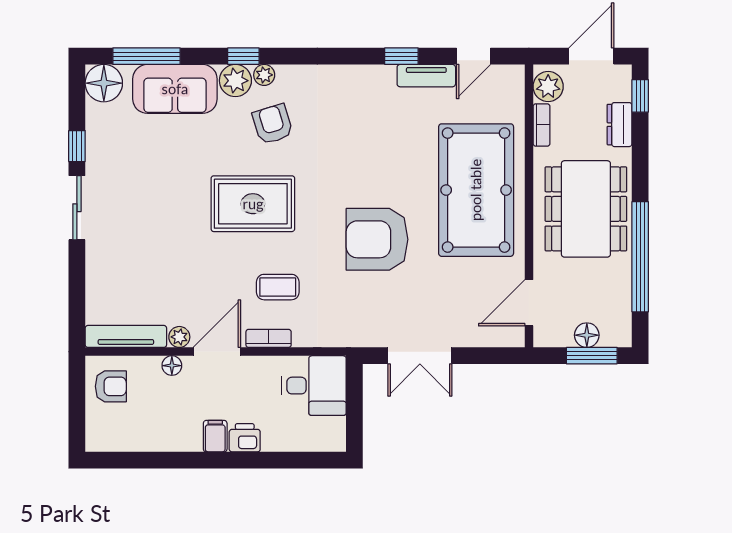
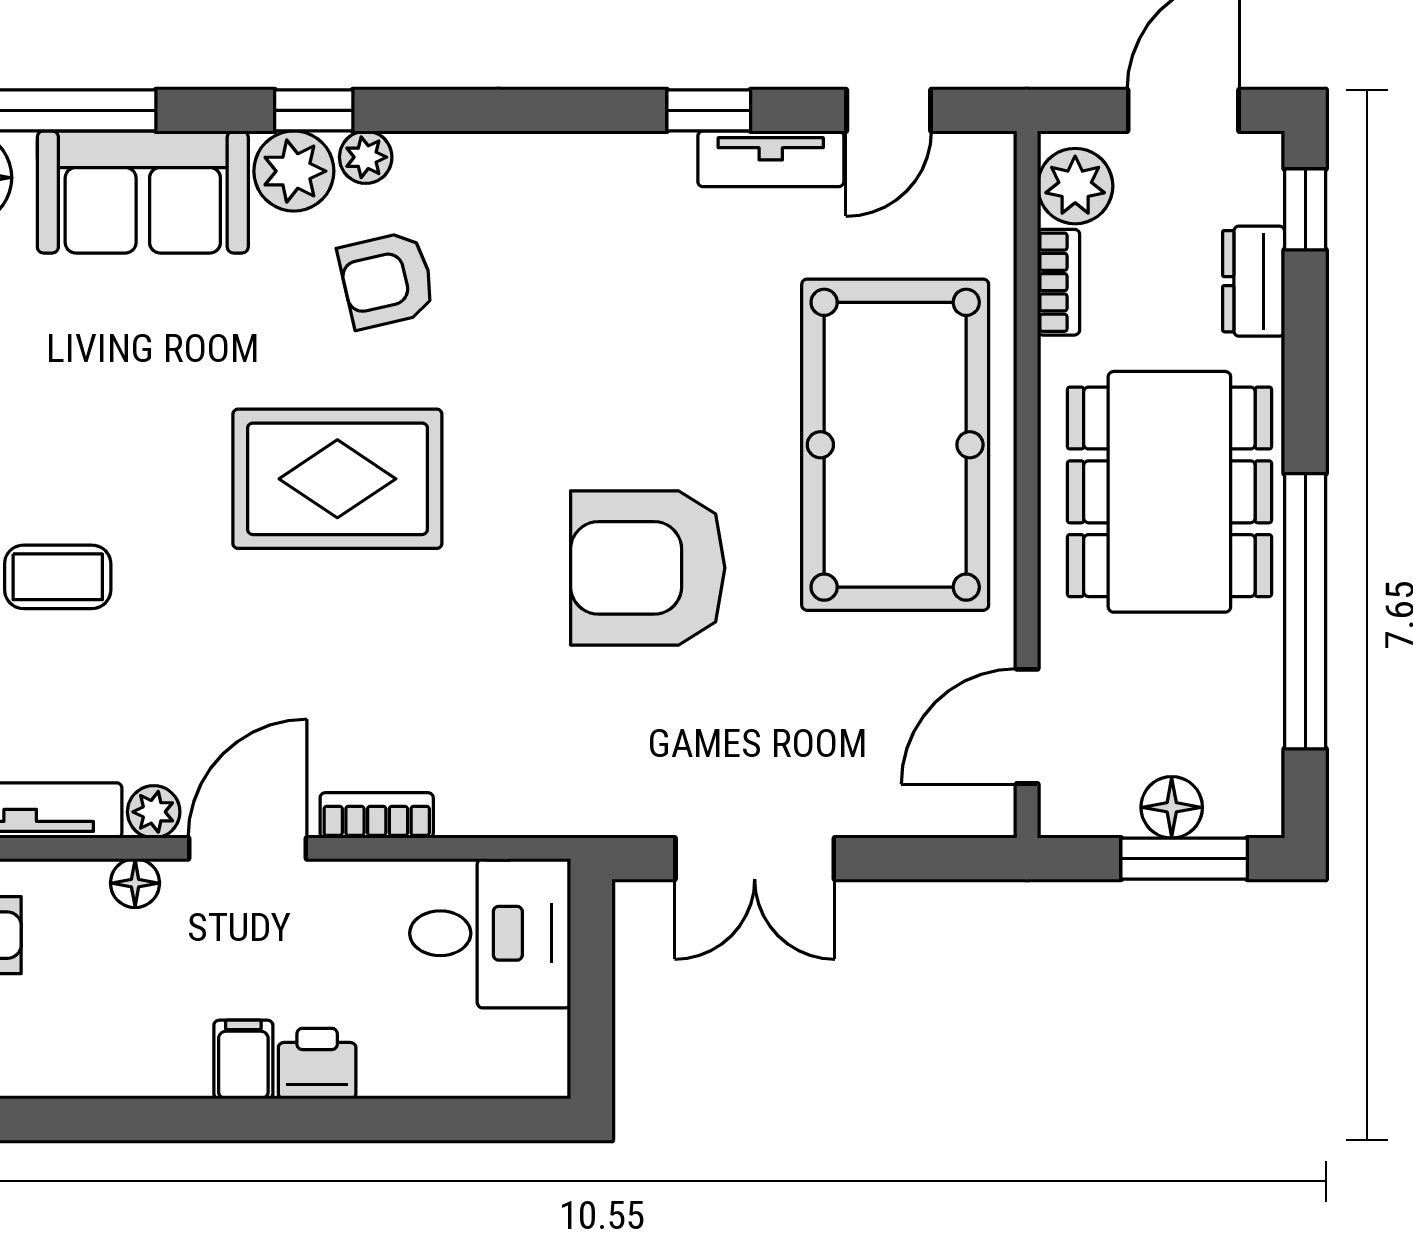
armchair: (273, 124) -> (387, 280), turned -86
coffee table: (278, 287) -> (58, 577), moved

